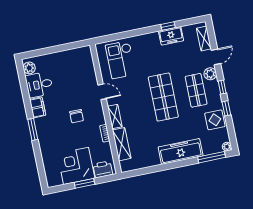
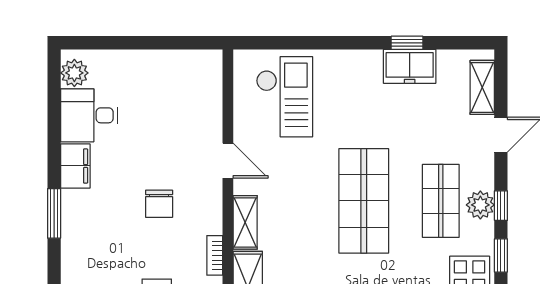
checkout: (121, 60) -> (285, 97), turned 180
plant: (210, 74) -> (480, 205), moved

